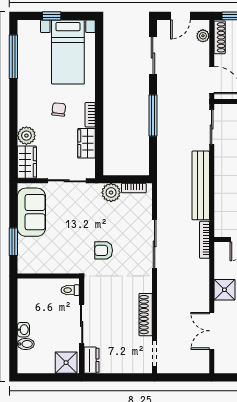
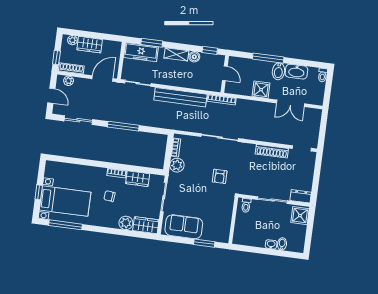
bed with nightstands: (68, 52) -> (65, 201), moved

